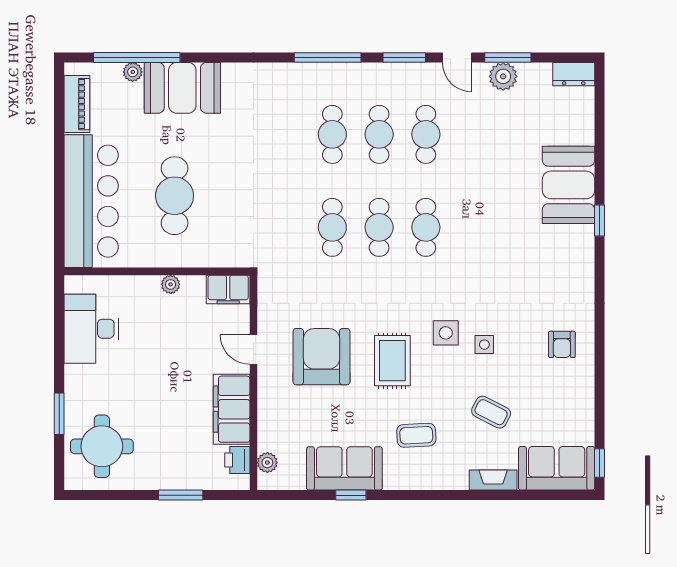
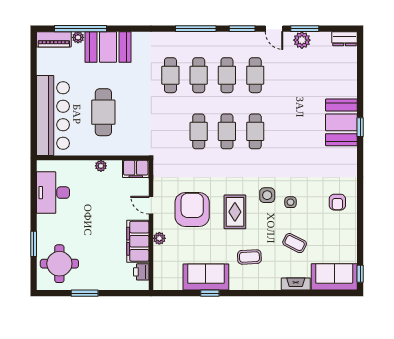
piano: (77, 104) -> (54, 39), moved, turned 90
cafe table: (286, 134) -> (170, 75), added
booth: (569, 185) -> (341, 122), moved
plant: (267, 463) -> (159, 238), moved
window: (181, 495) -> (85, 293), moved

